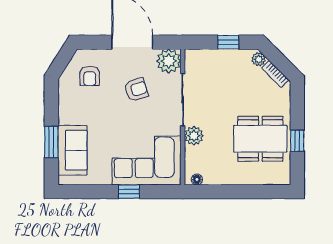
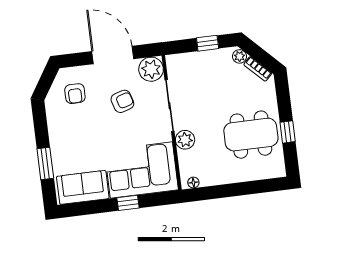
sofa: (72, 150) -> (83, 187), moved, turned -90

